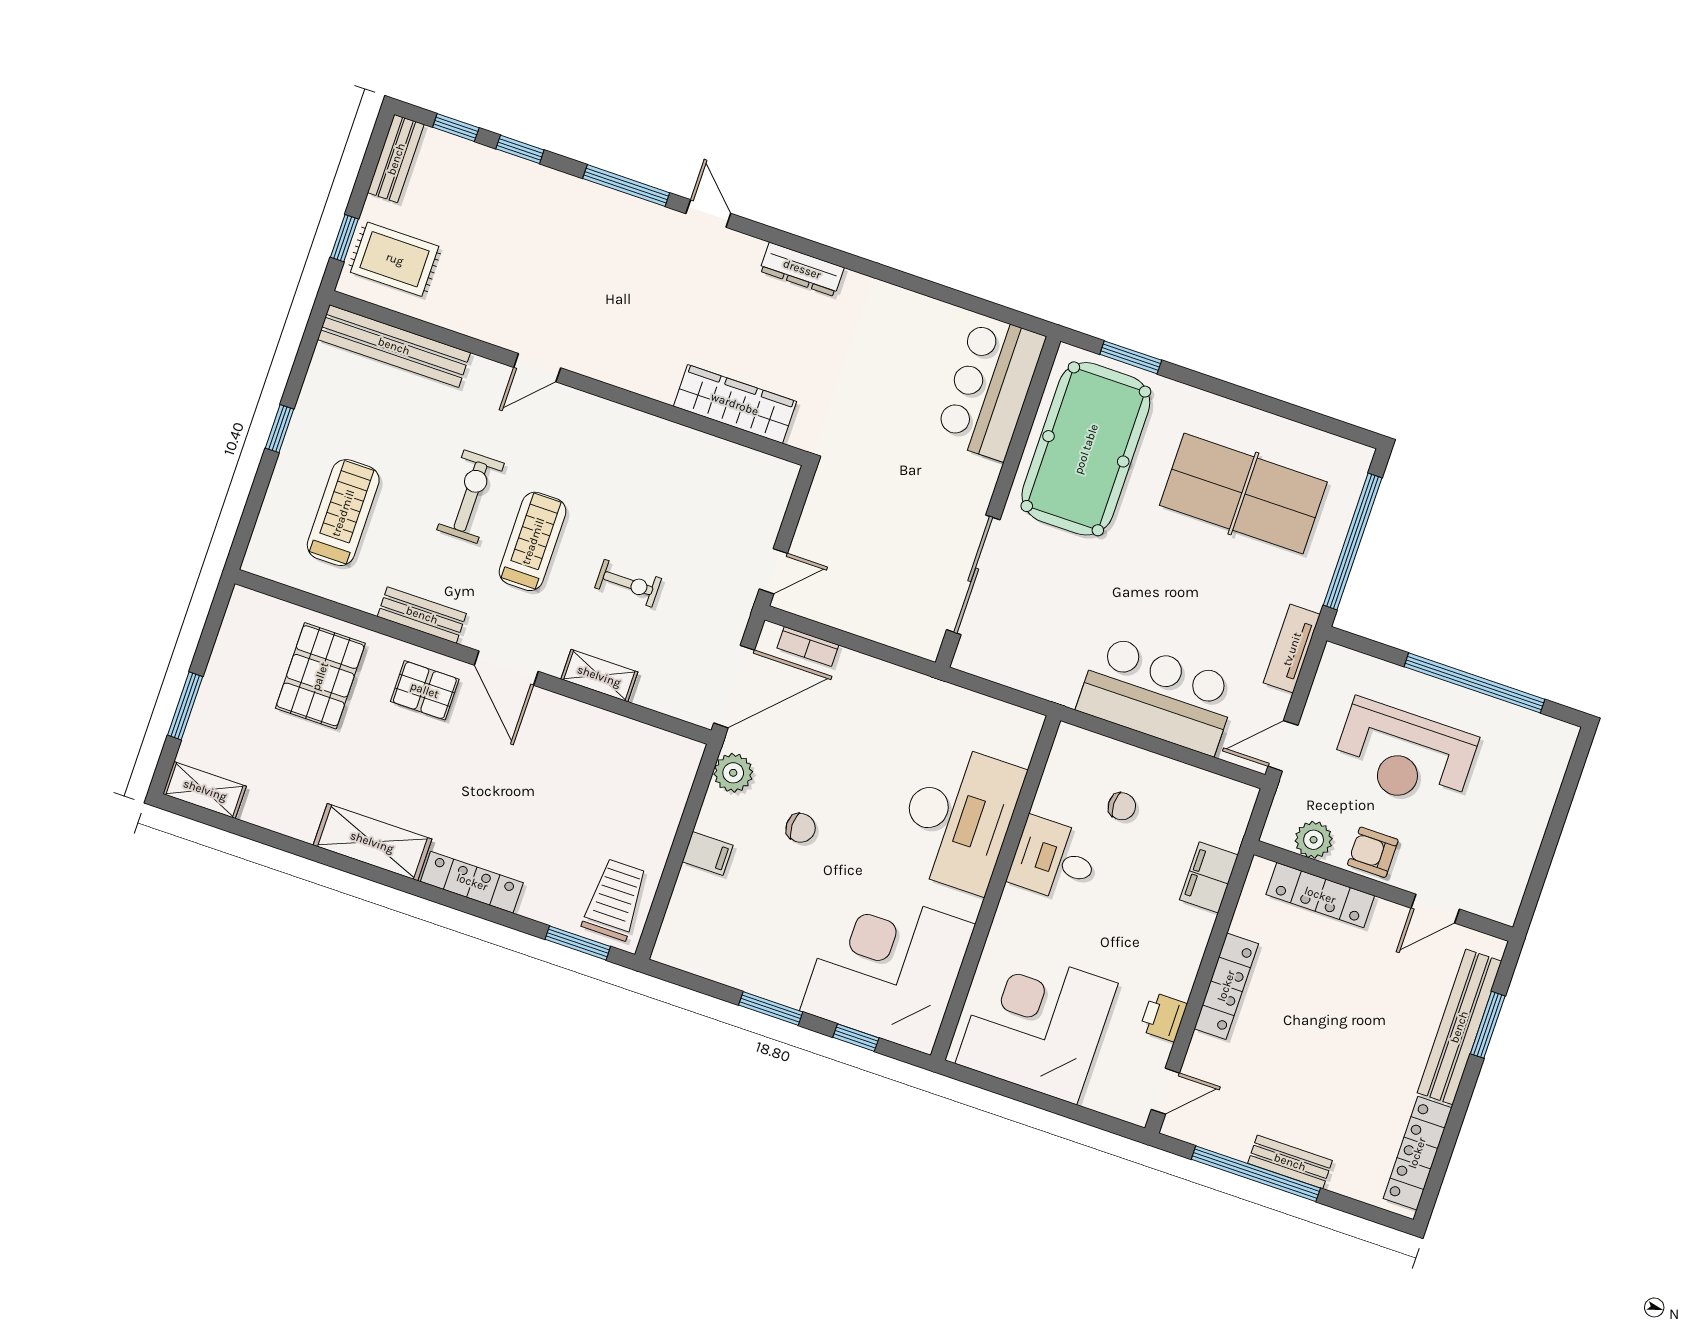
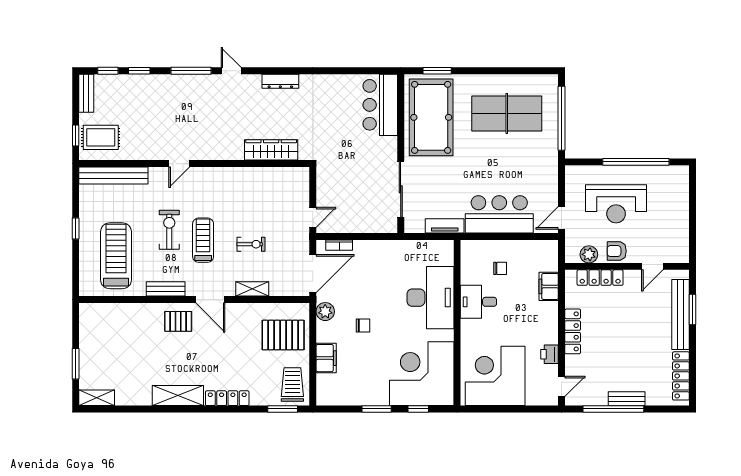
treadmill: (343, 513) -> (116, 256), width x1.37, depth x1.38
tv unit: (1292, 649) -> (445, 226), moved, turned 90
pallet: (320, 676) -> (283, 335), moved, turned 90
filing cabinet: (708, 853) -> (326, 358), width x2.00

